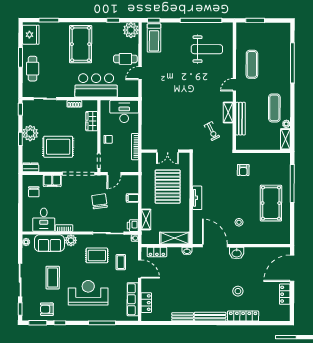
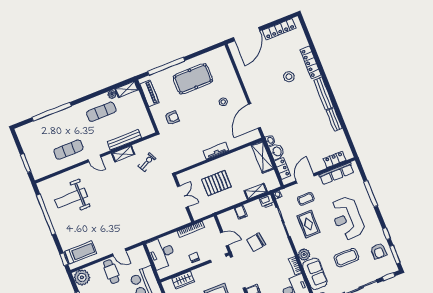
weight bench: (207, 49) -> (71, 198), turned -90
piano: (274, 158) -> (149, 93), added
pallet: (168, 187) -> (216, 183), width x0.73, depth x0.71
washbasin: (237, 253) -> (277, 152), moved
door: (292, 268) -> (247, 34), hinge flipped
locker: (285, 294) -> (279, 29), width x1.53

